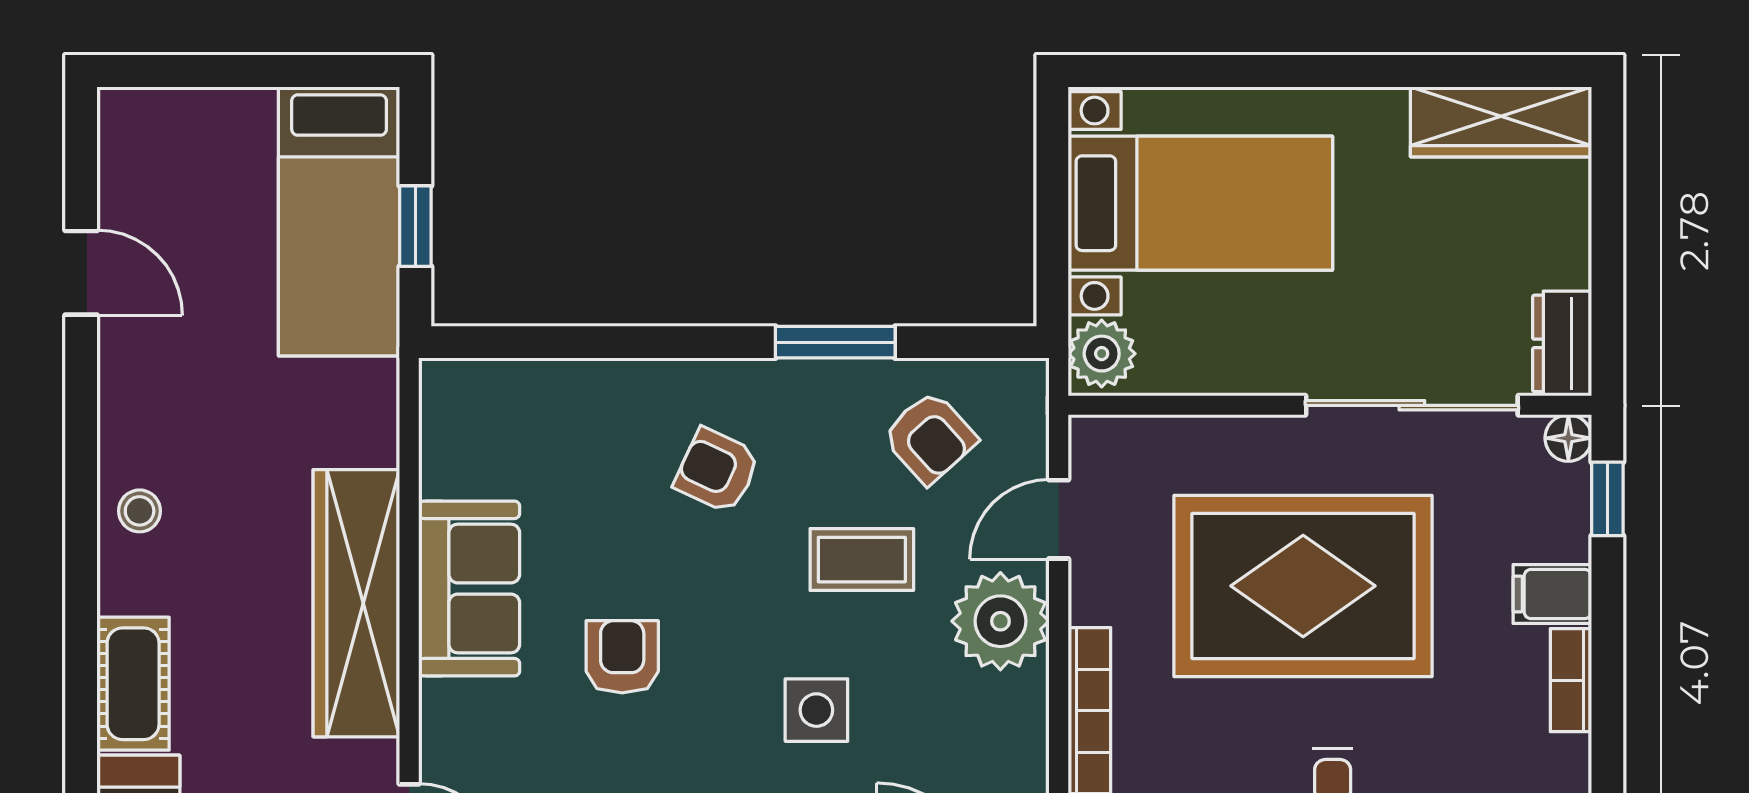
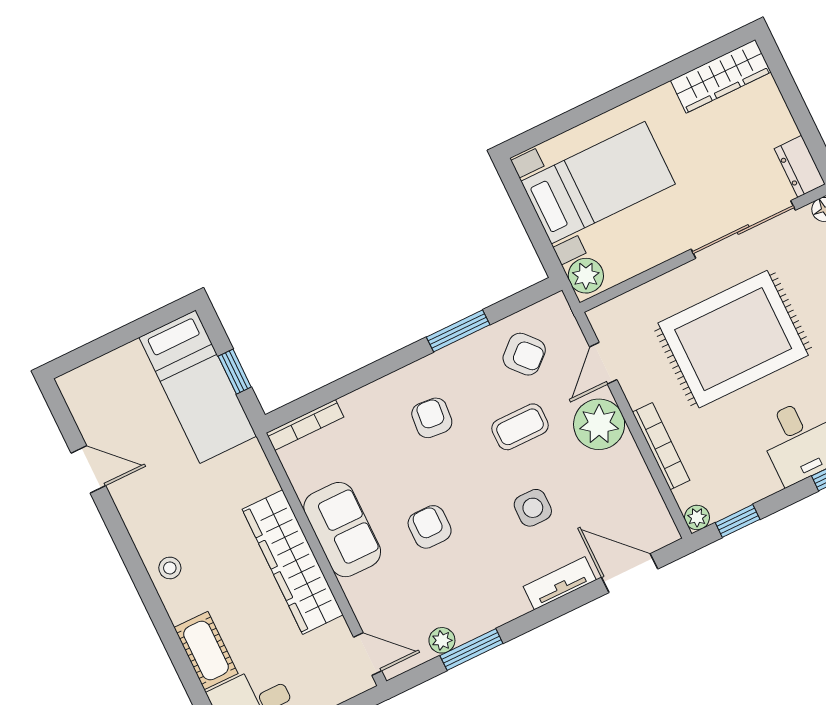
bookcase: (492, 377) -> (305, 425), added
armchair: (717, 470) -> (432, 418), turned 70

